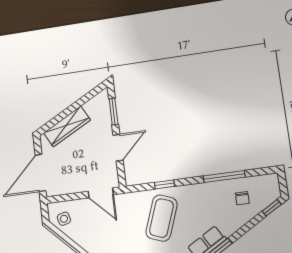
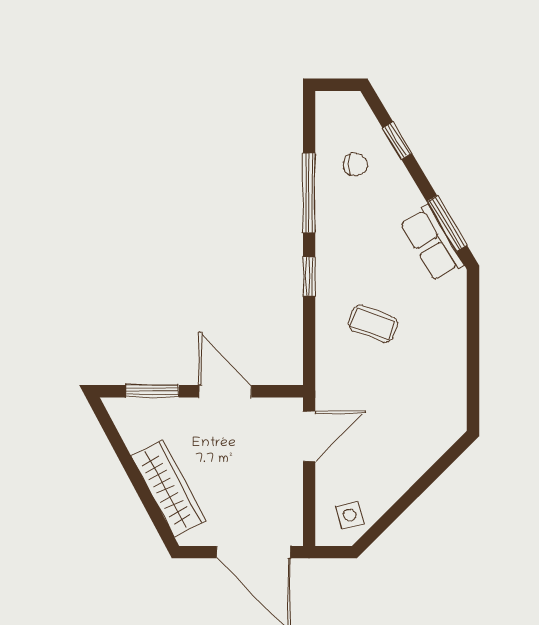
window: (165, 184) -> (309, 276), moved
window: (272, 208) -> (397, 141), moved
coffee table: (161, 218) -> (373, 324), width x0.54, depth x0.58

